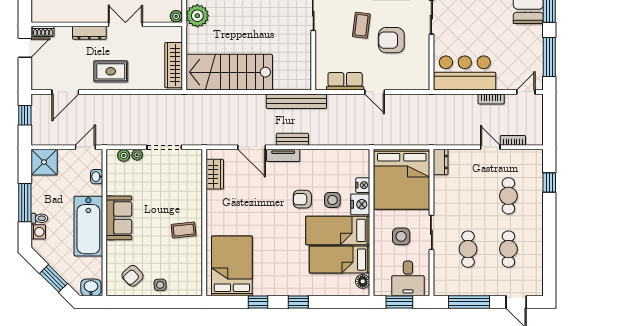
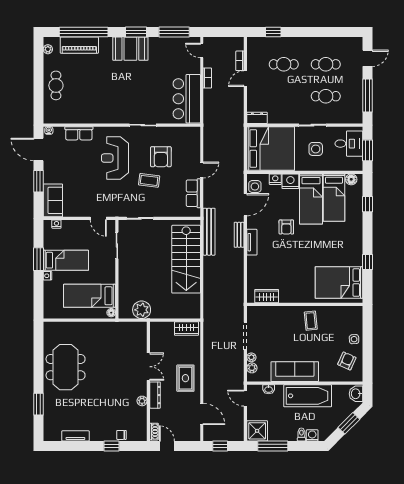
plant: (176, 16) -> (142, 401), moved
double door: (125, 24) -> (148, 367), swing flipped
wardrobe: (174, 65) -> (187, 329), width x0.67
stairs: (229, 72) -> (186, 259), moved
door: (252, 147) -> (245, 205), moved
side table: (332, 200) -> (255, 186), moved
window: (25, 203) -> (273, 446), moved
sofa: (119, 218) -> (295, 372), width x1.36
armchair: (133, 276) -> (347, 361), turned -113
window: (298, 302) -> (367, 204), moved

